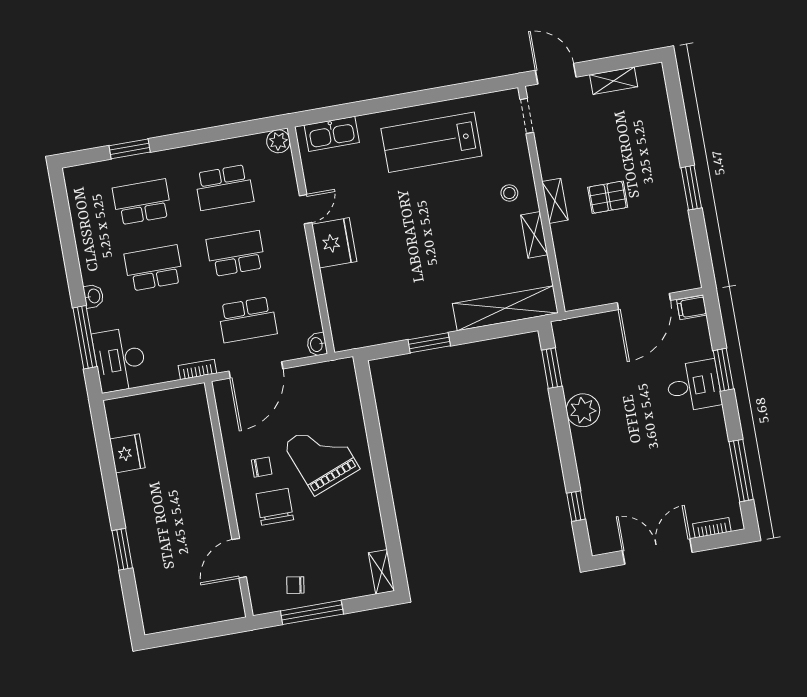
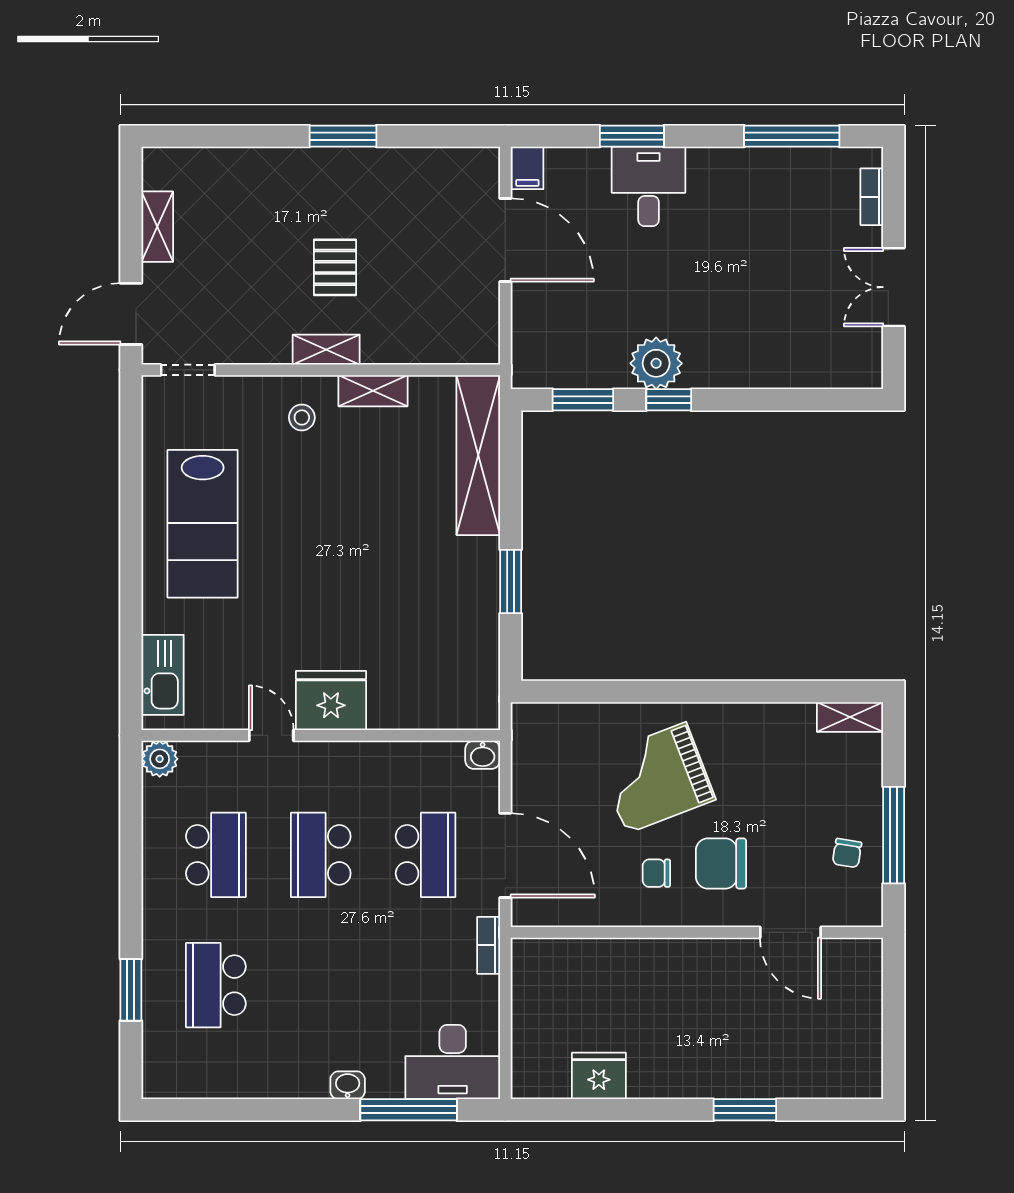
school desk: (154, 268) -> (321, 985), removed
chair: (262, 467) -> (656, 873), turned -90
window: (576, 506) -> (669, 400), moved
double door: (657, 552) -> (894, 287), width x0.73

